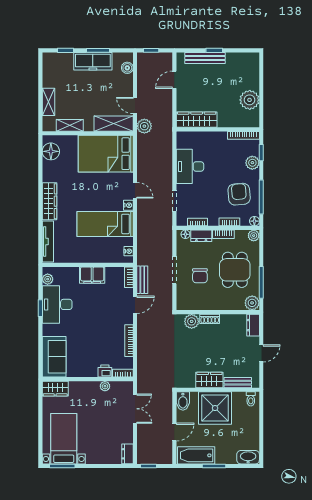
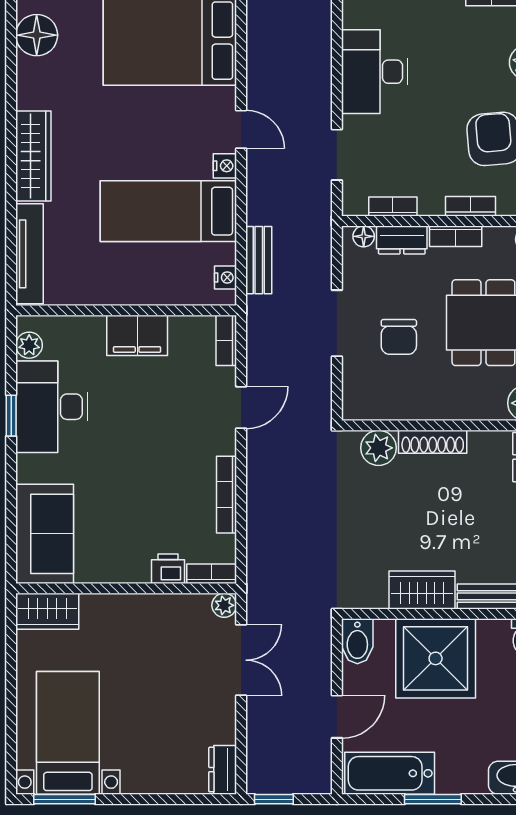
bench: (142, 280) -> (259, 260), moved
shoe rack: (210, 319) -> (433, 442), width x1.43
plant: (105, 386) -> (224, 605), moved

